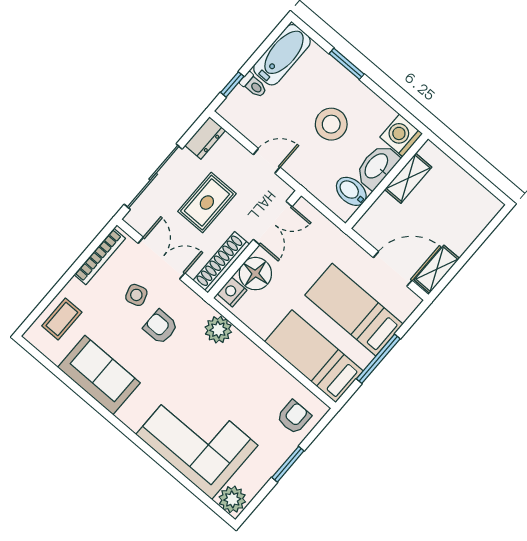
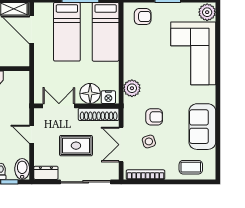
bidet: (351, 191) -> (22, 169), moved, turned 180
armchair: (161, 327) -> (154, 117), turned -90
armchair: (294, 417) -> (143, 17), turned 180

